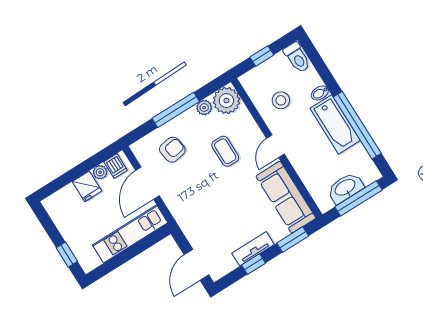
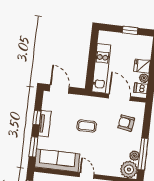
window: (176, 110) -> (143, 154), moved
armchair: (172, 150) -> (126, 123), turned 108
coffee table: (225, 151) -> (87, 126), moved
window: (67, 255) -> (130, 30), moved

